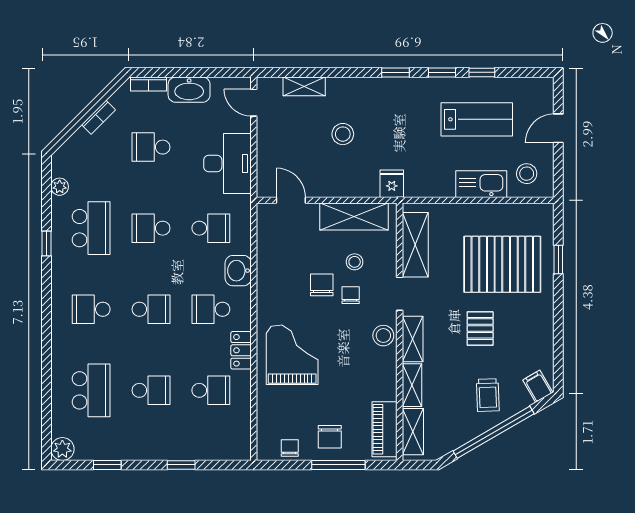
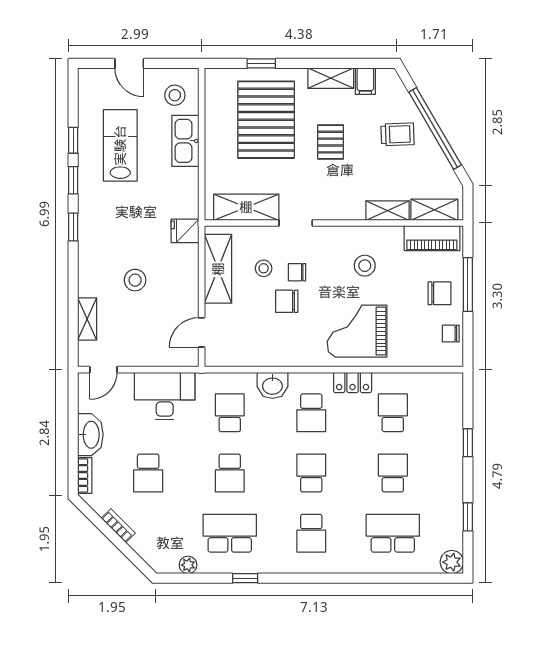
pallet: (480, 328) -> (331, 142), turned 90
stool: (383, 336) -> (365, 266), moved
shelving: (413, 339) -> (331, 78), moved
filing cabinet: (538, 386) -> (365, 81), moved, turned -60

